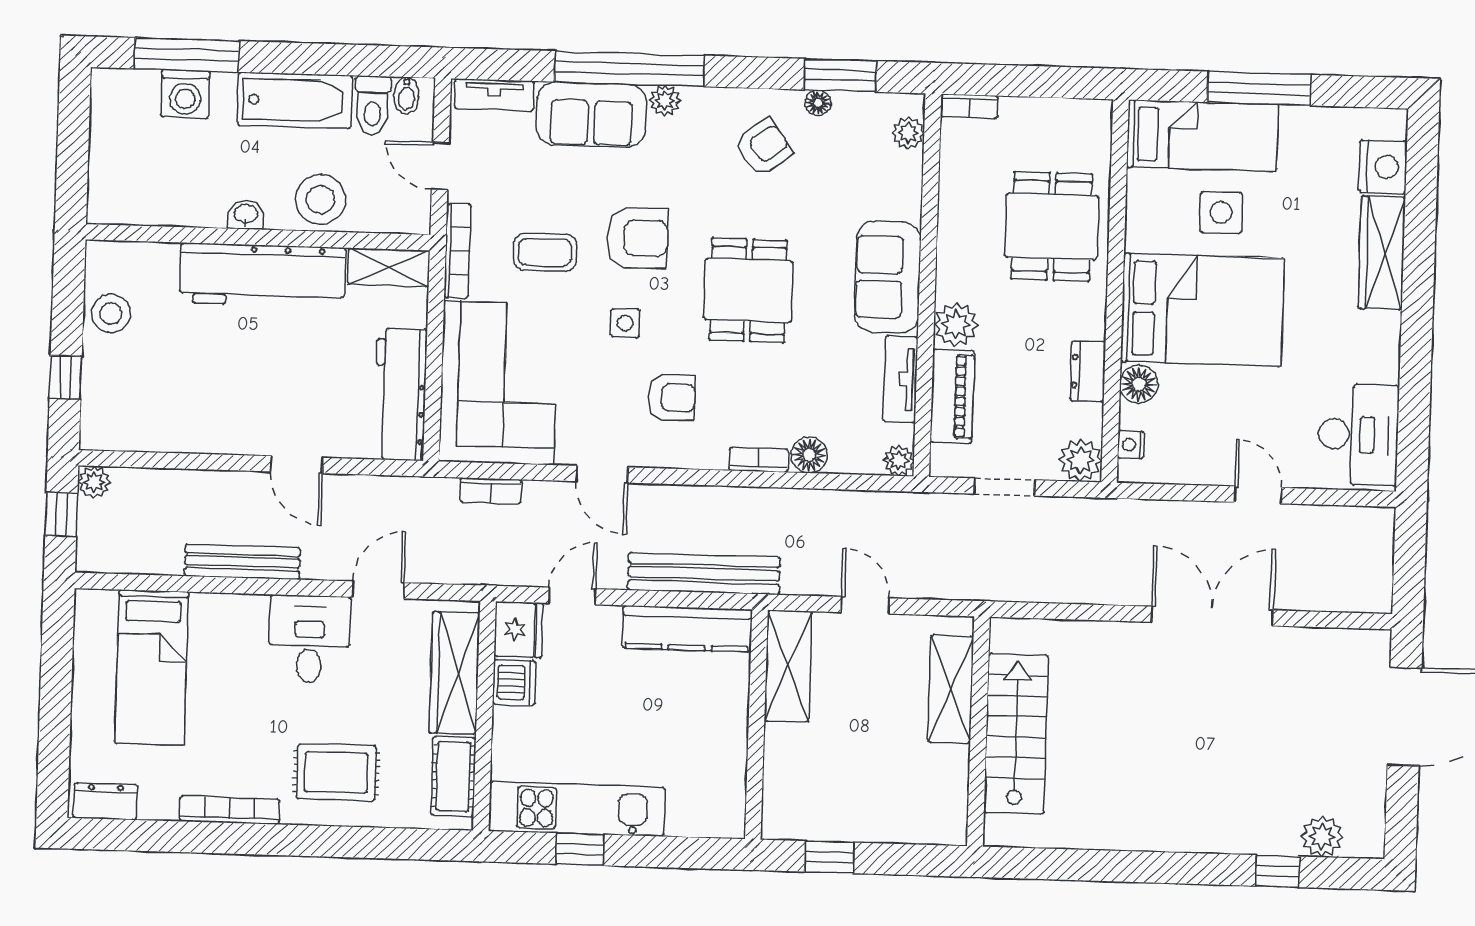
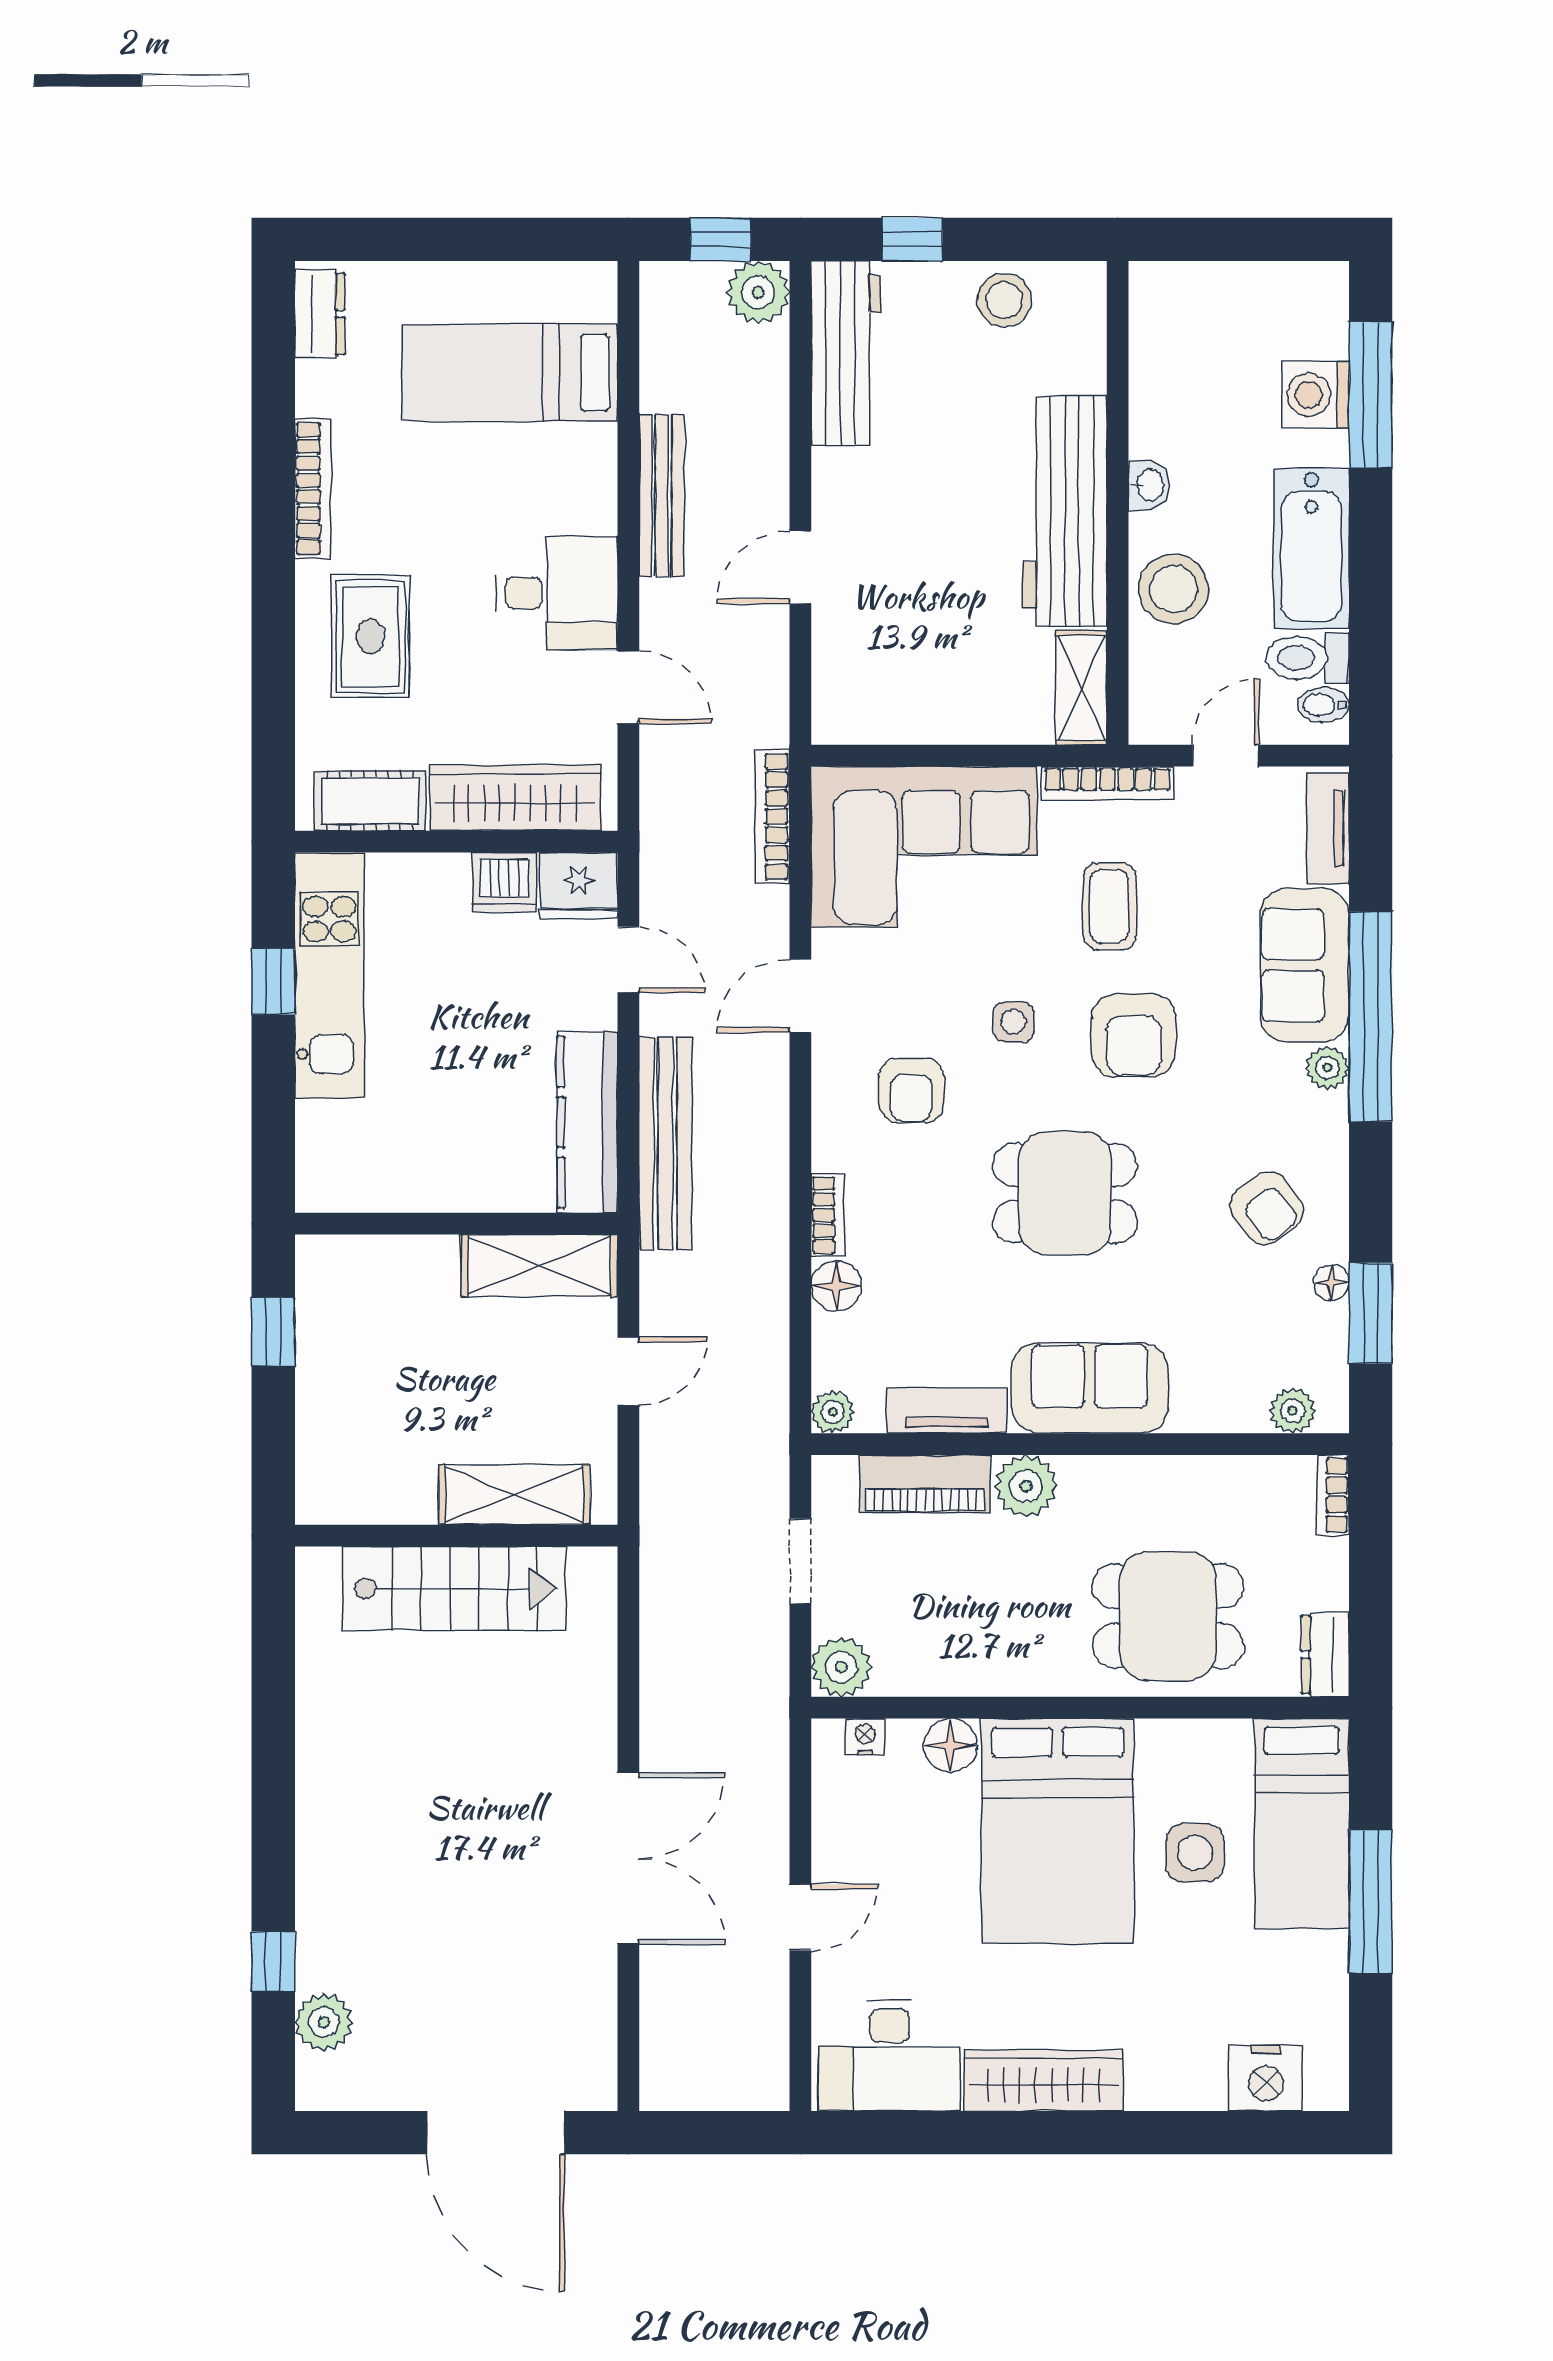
wardrobe: (1382, 253) -> (1044, 2080), moved
dresser: (1088, 371) -> (1325, 1655), moved, turned -90
workbench: (401, 394) -> (846, 353), moved, turned 90
plant: (94, 482) -> (758, 292), width x1.38, depth x1.38
bookcase: (491, 491) -> (772, 817), width x1.56

